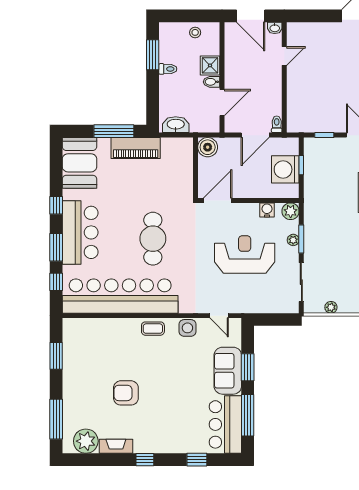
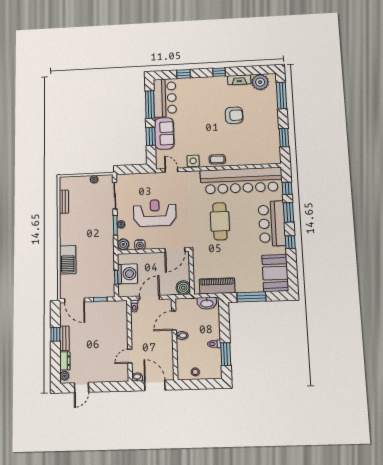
shower: (210, 65) -> (184, 348), removed
piano: (136, 148) -> (217, 286), moved
reception desk: (245, 254) -> (155, 213), turned 180

